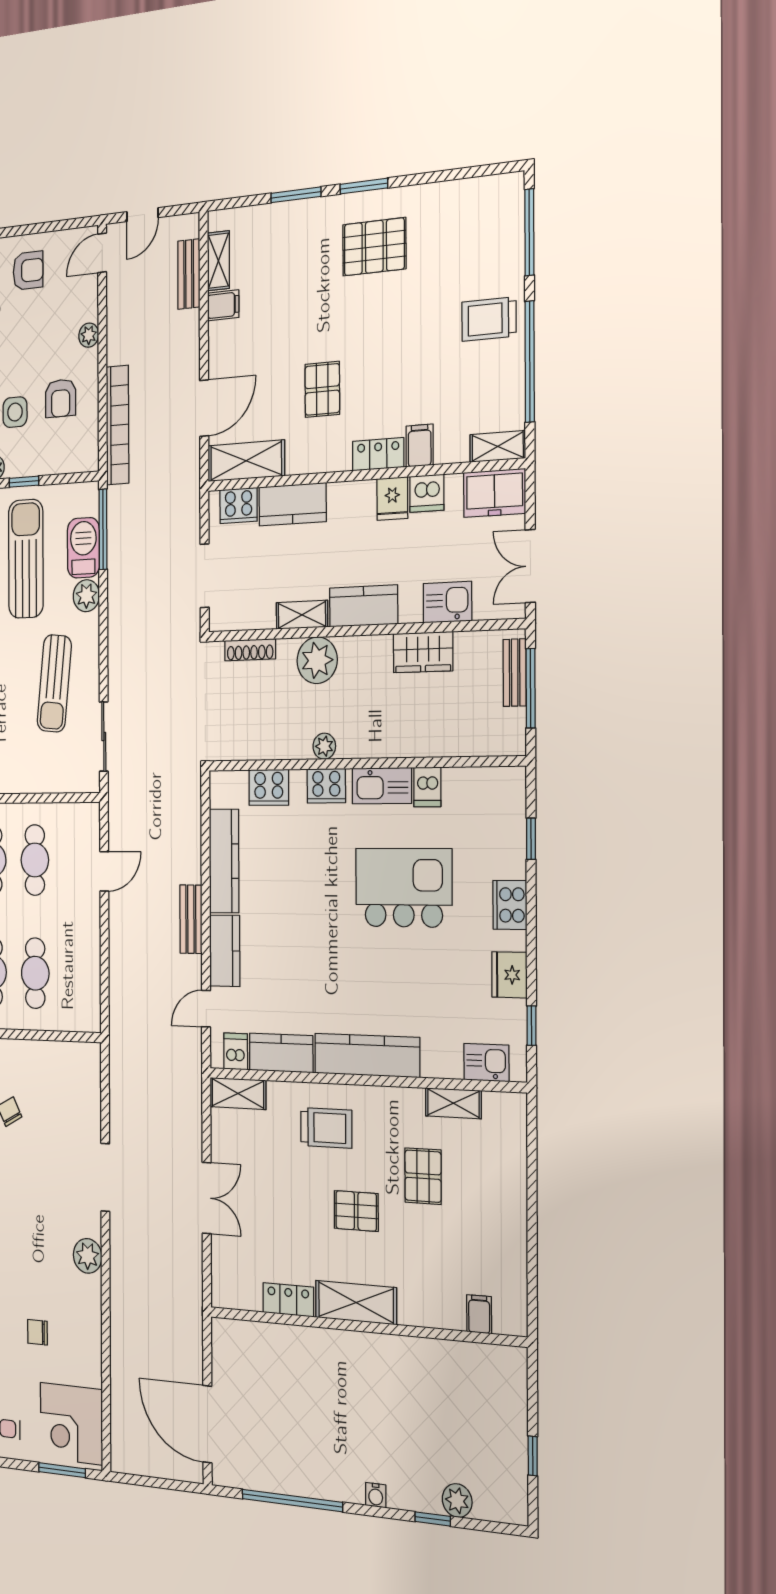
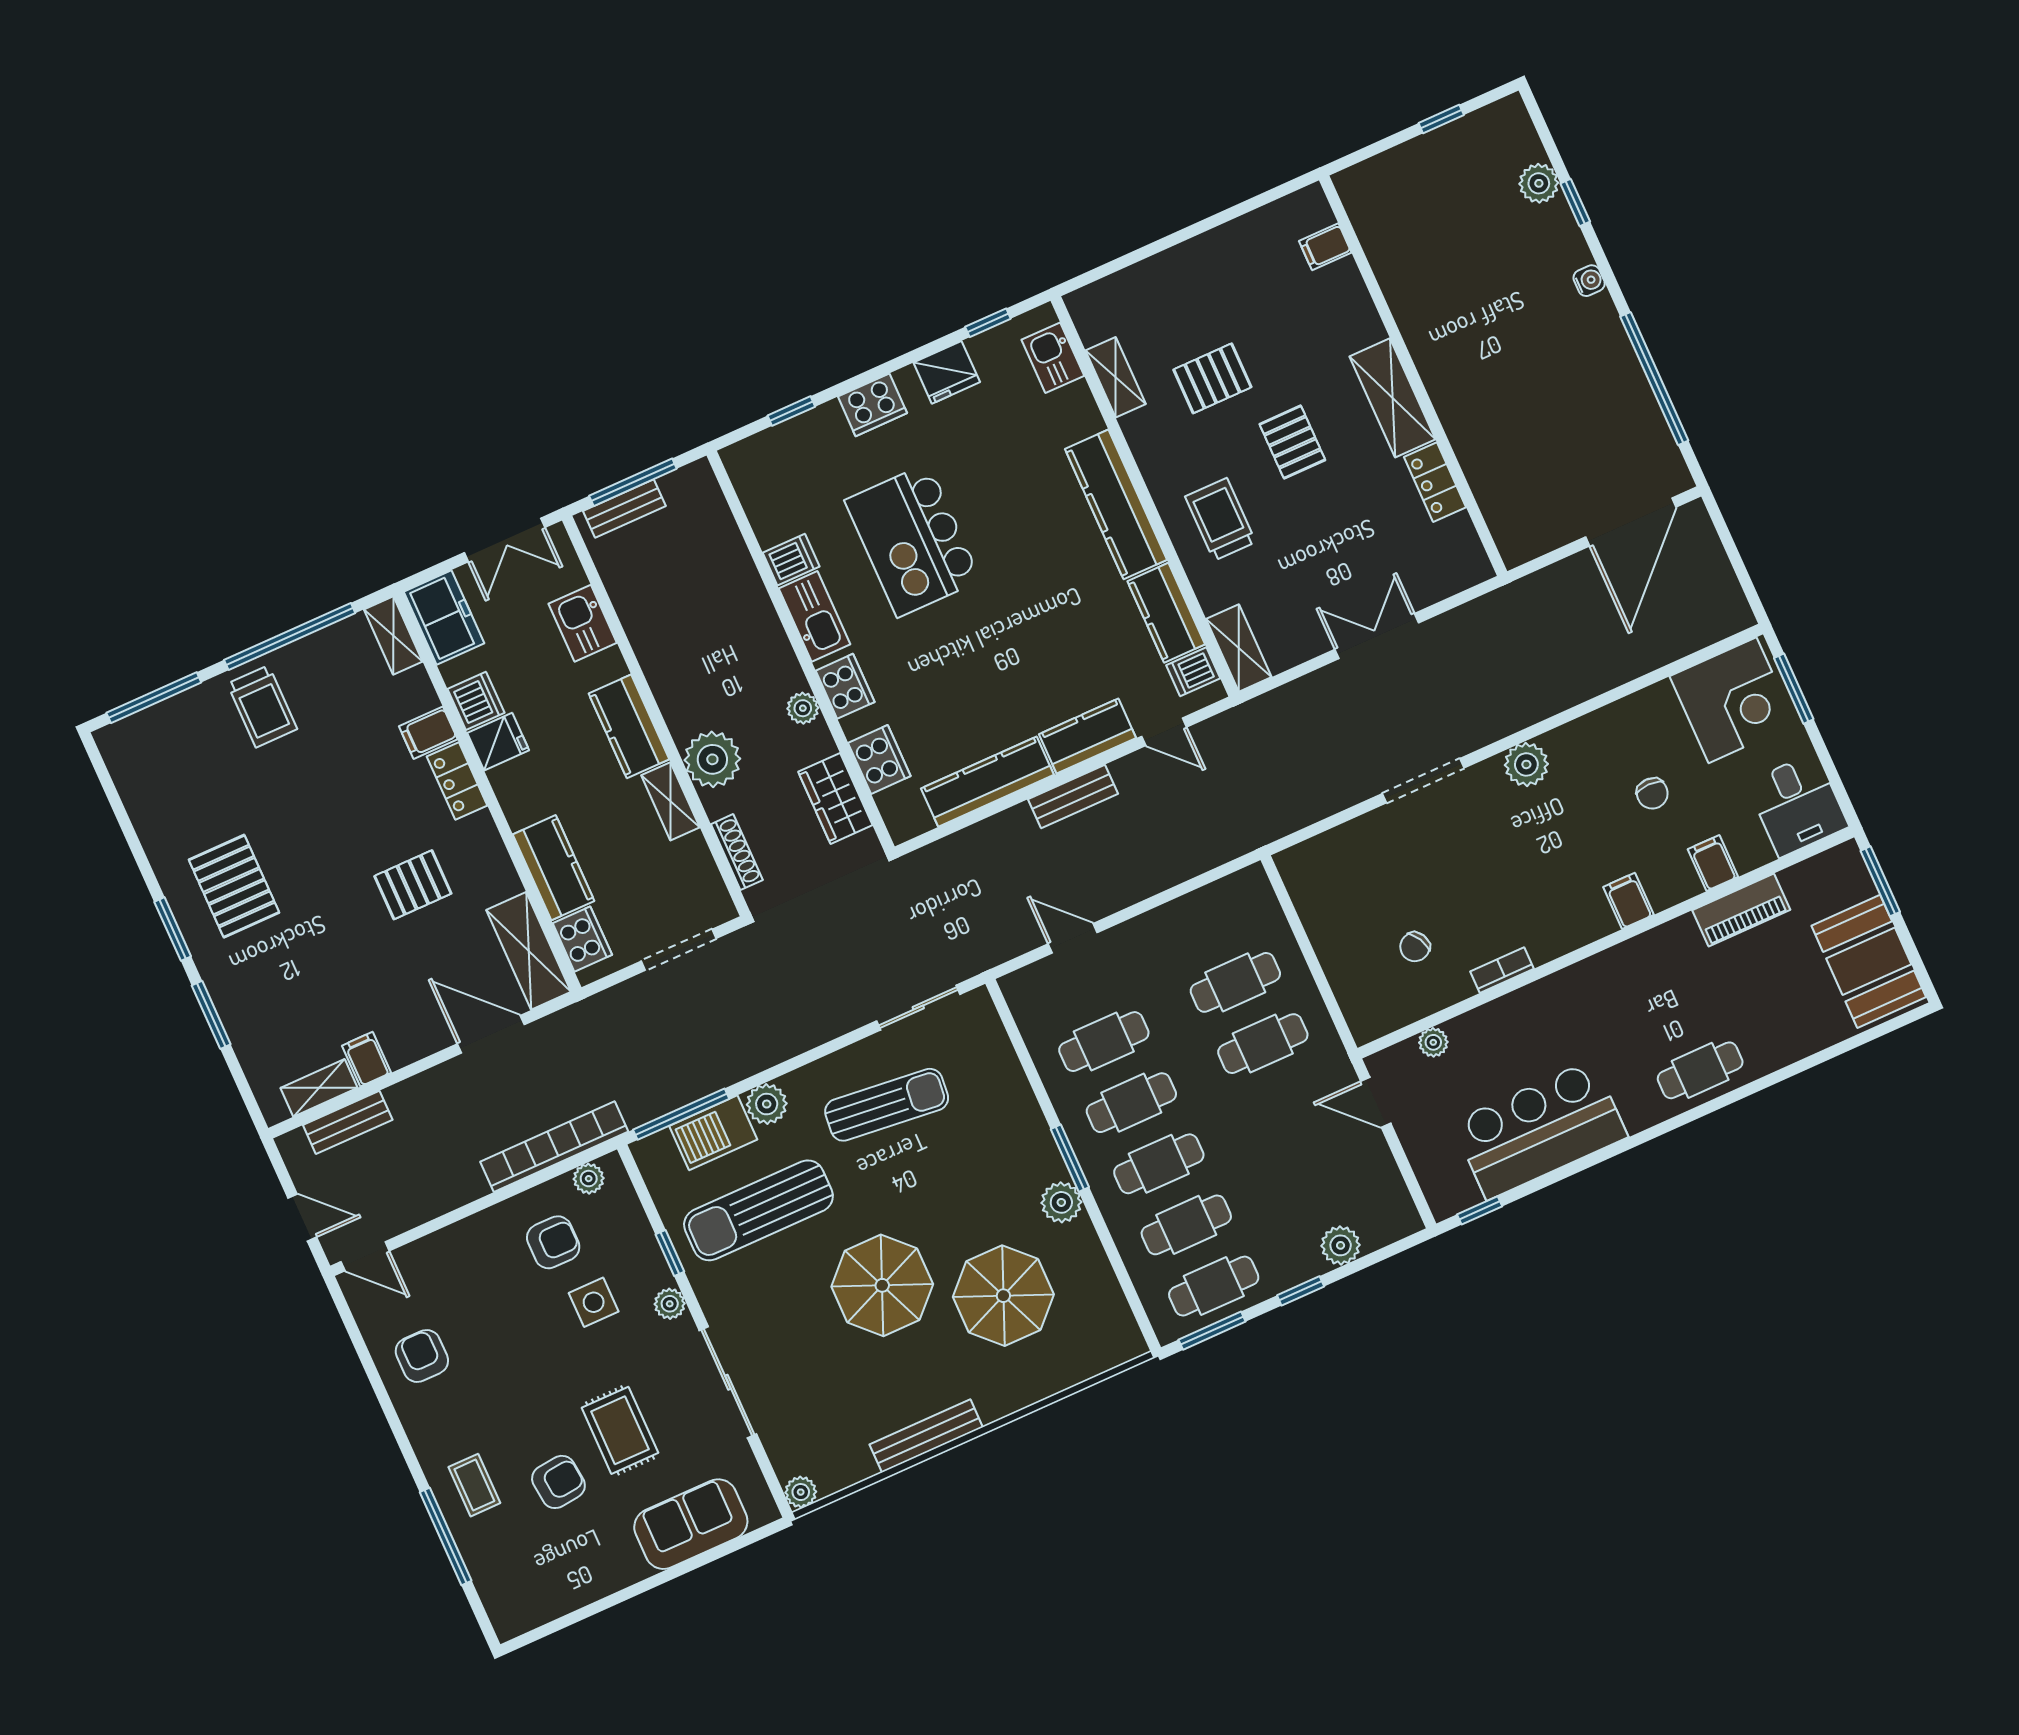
plant: (89, 335) -> (589, 1179), moved
wardrobe: (423, 652) -> (835, 798), moved, turned 180

